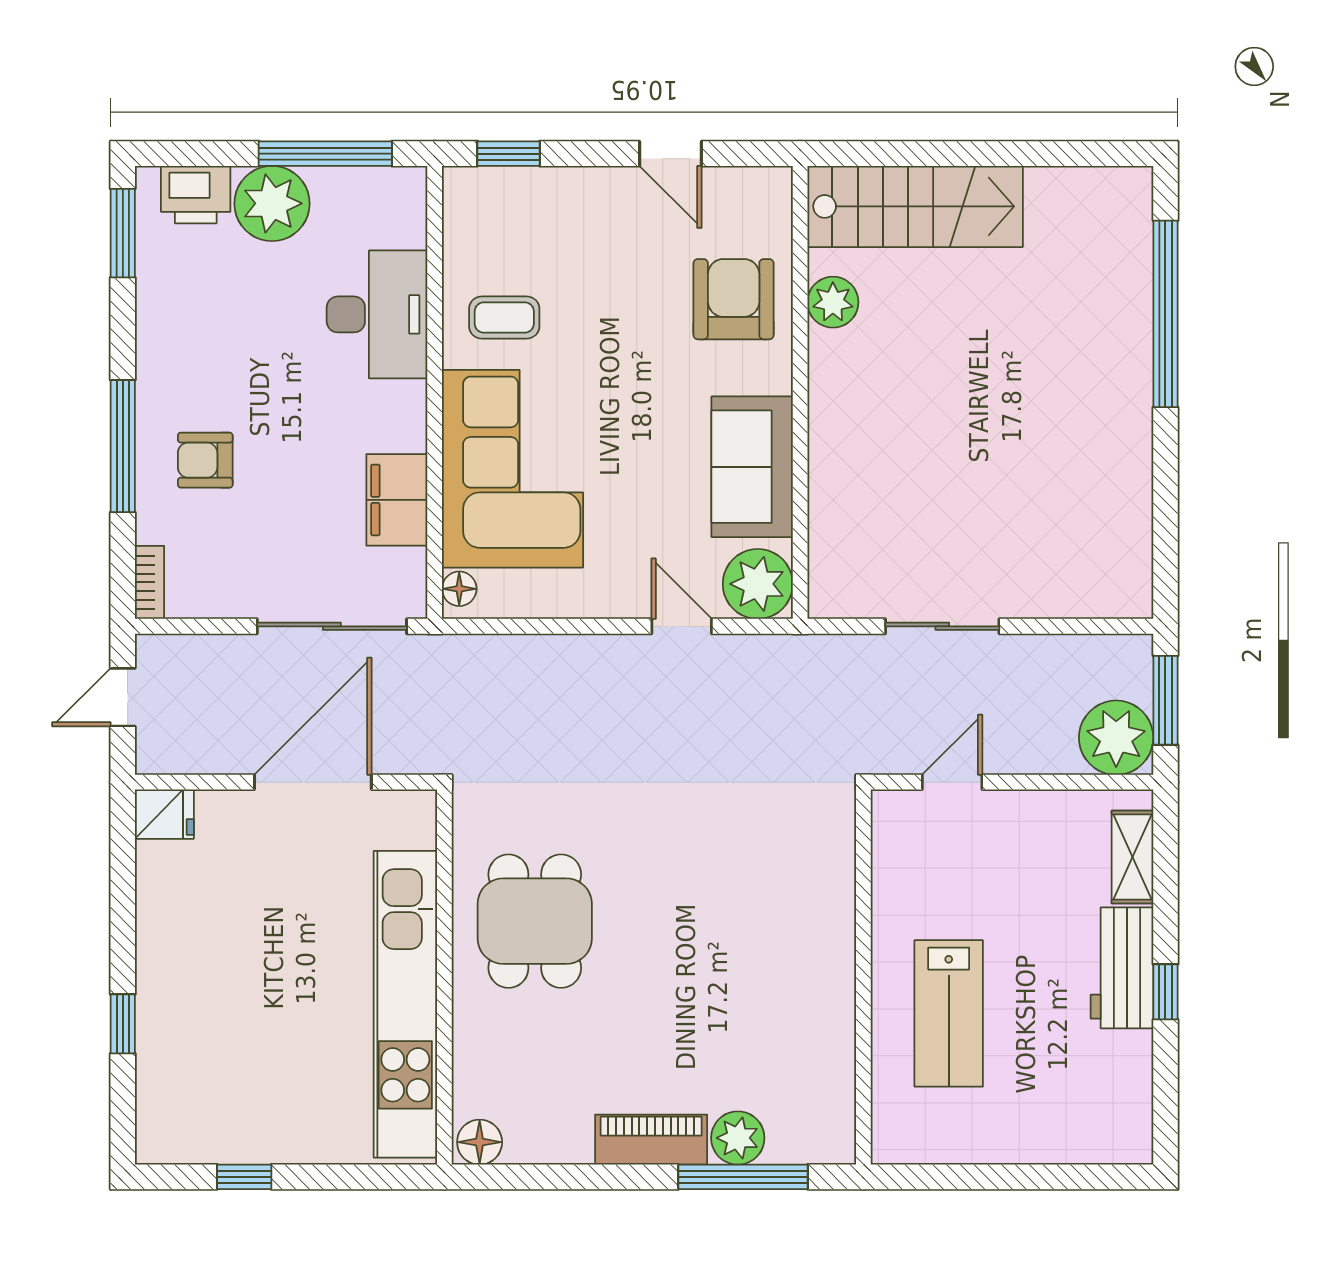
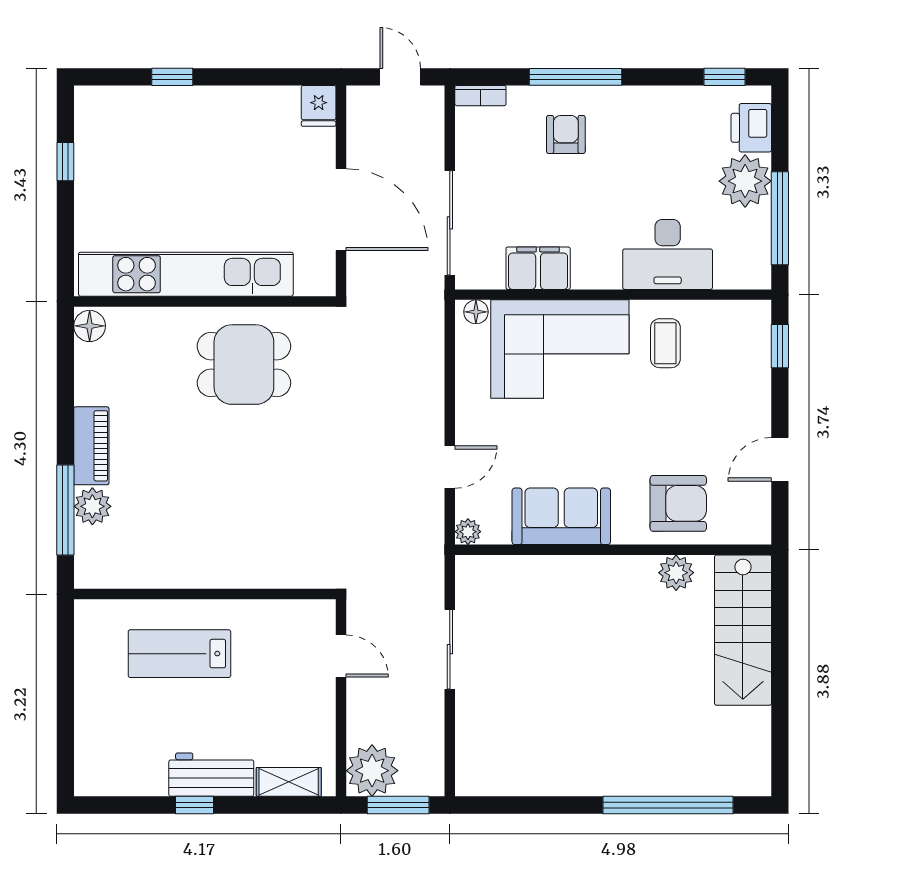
window: (123, 233) -> (724, 77), width x0.67
plant: (758, 584) -> (468, 532), width x0.53, depth x0.53

